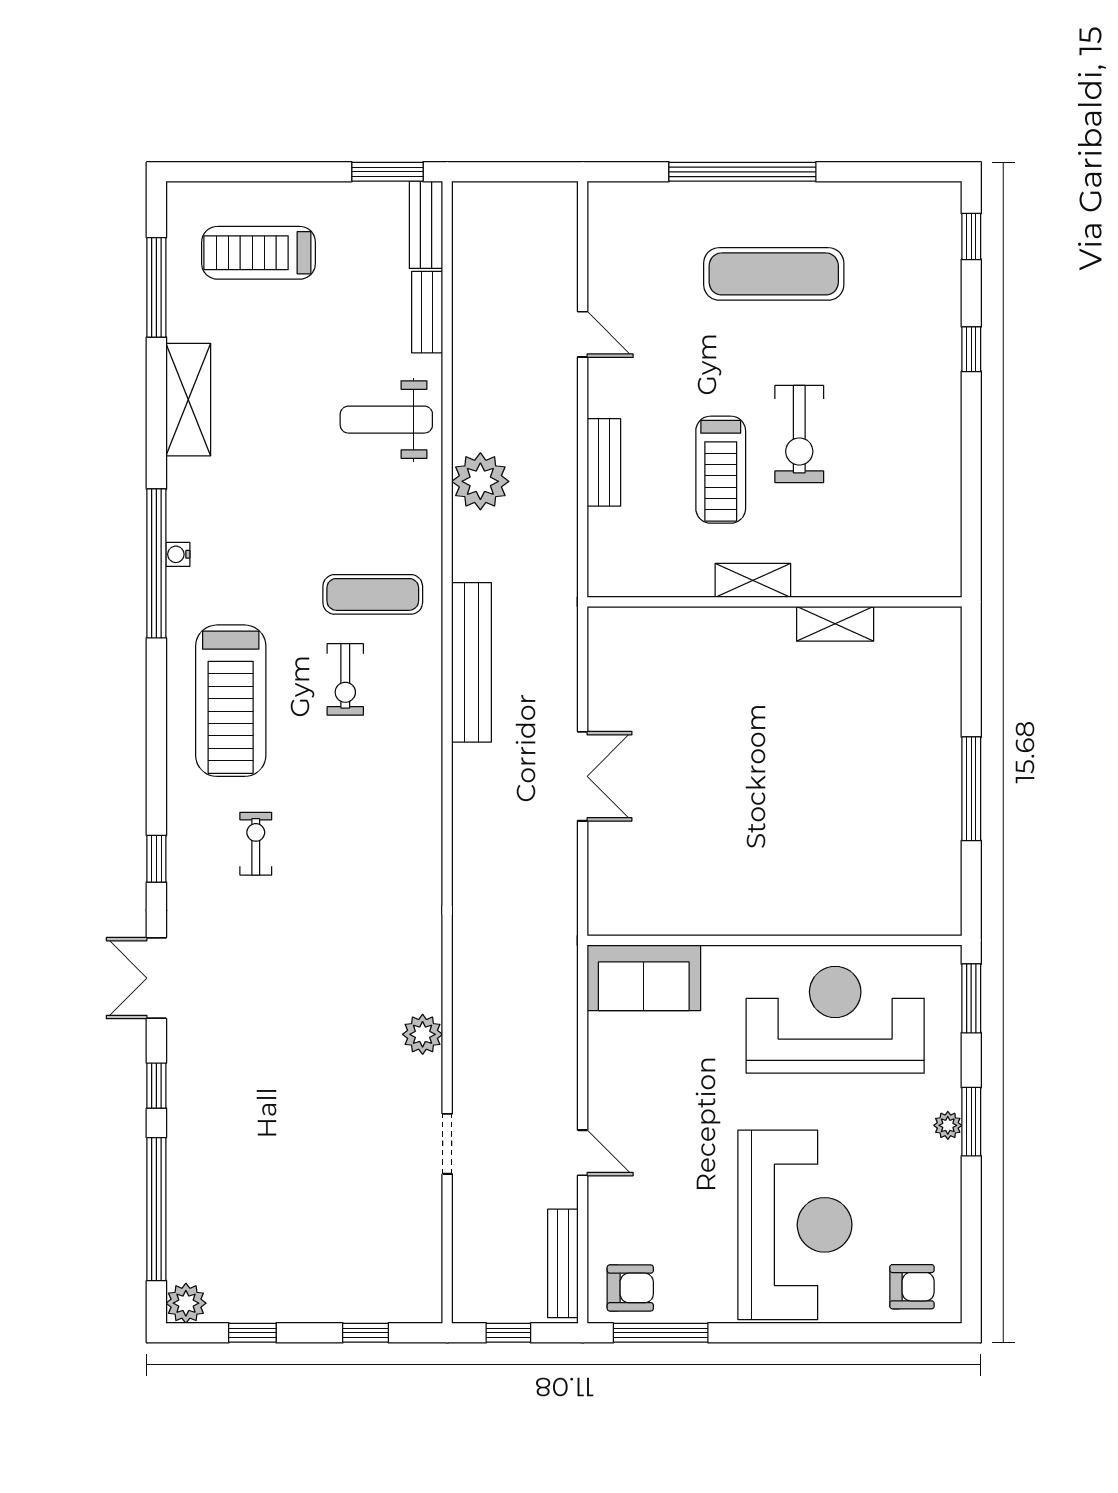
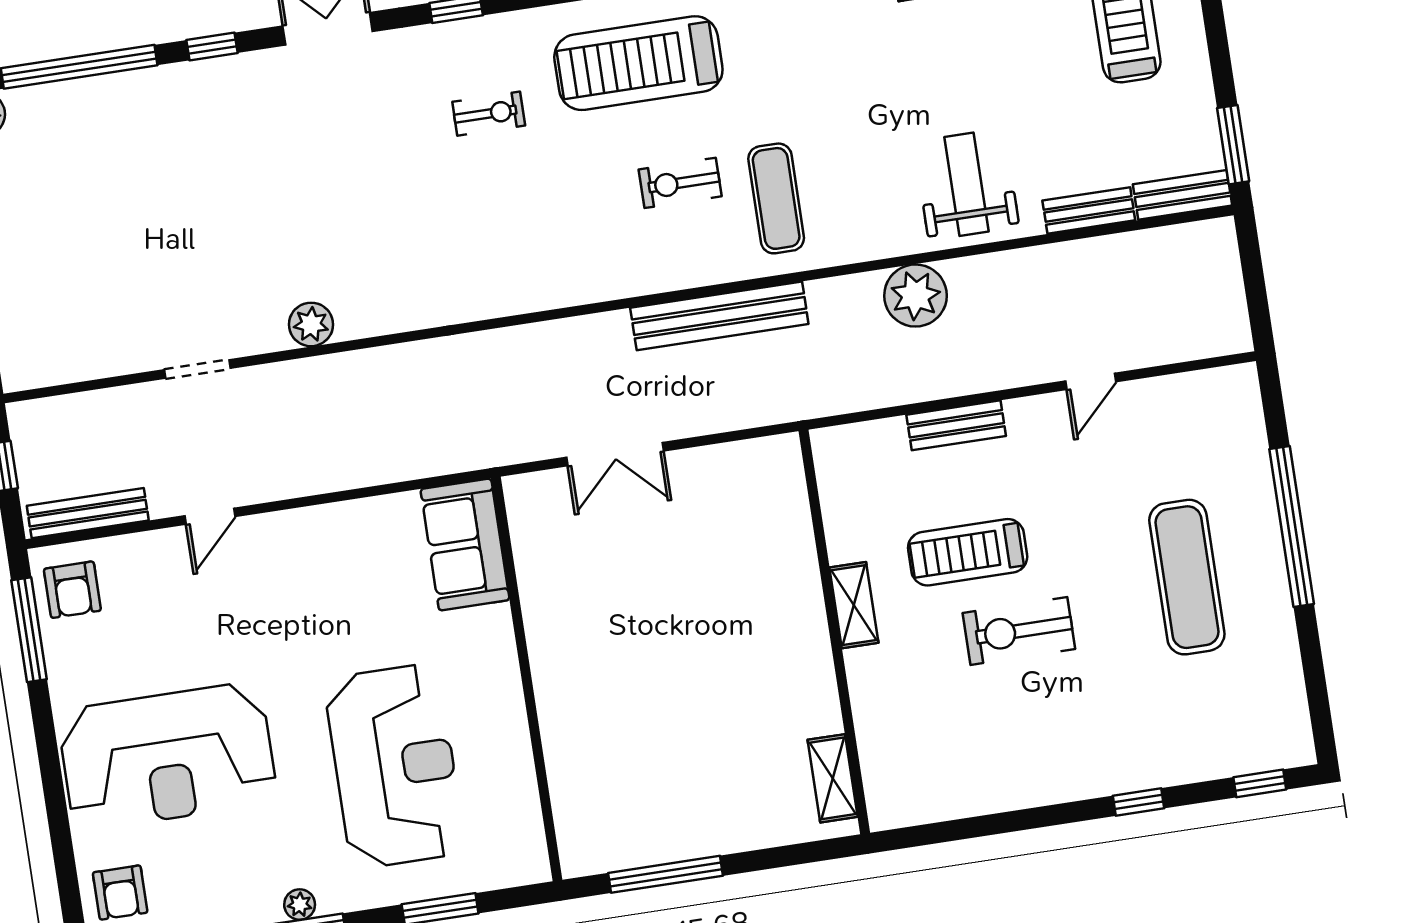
shelving: (835, 624) -> (833, 778), moved
wall: (774, 940) -> (527, 679), moved
sofa: (644, 978) -> (465, 545), moved

